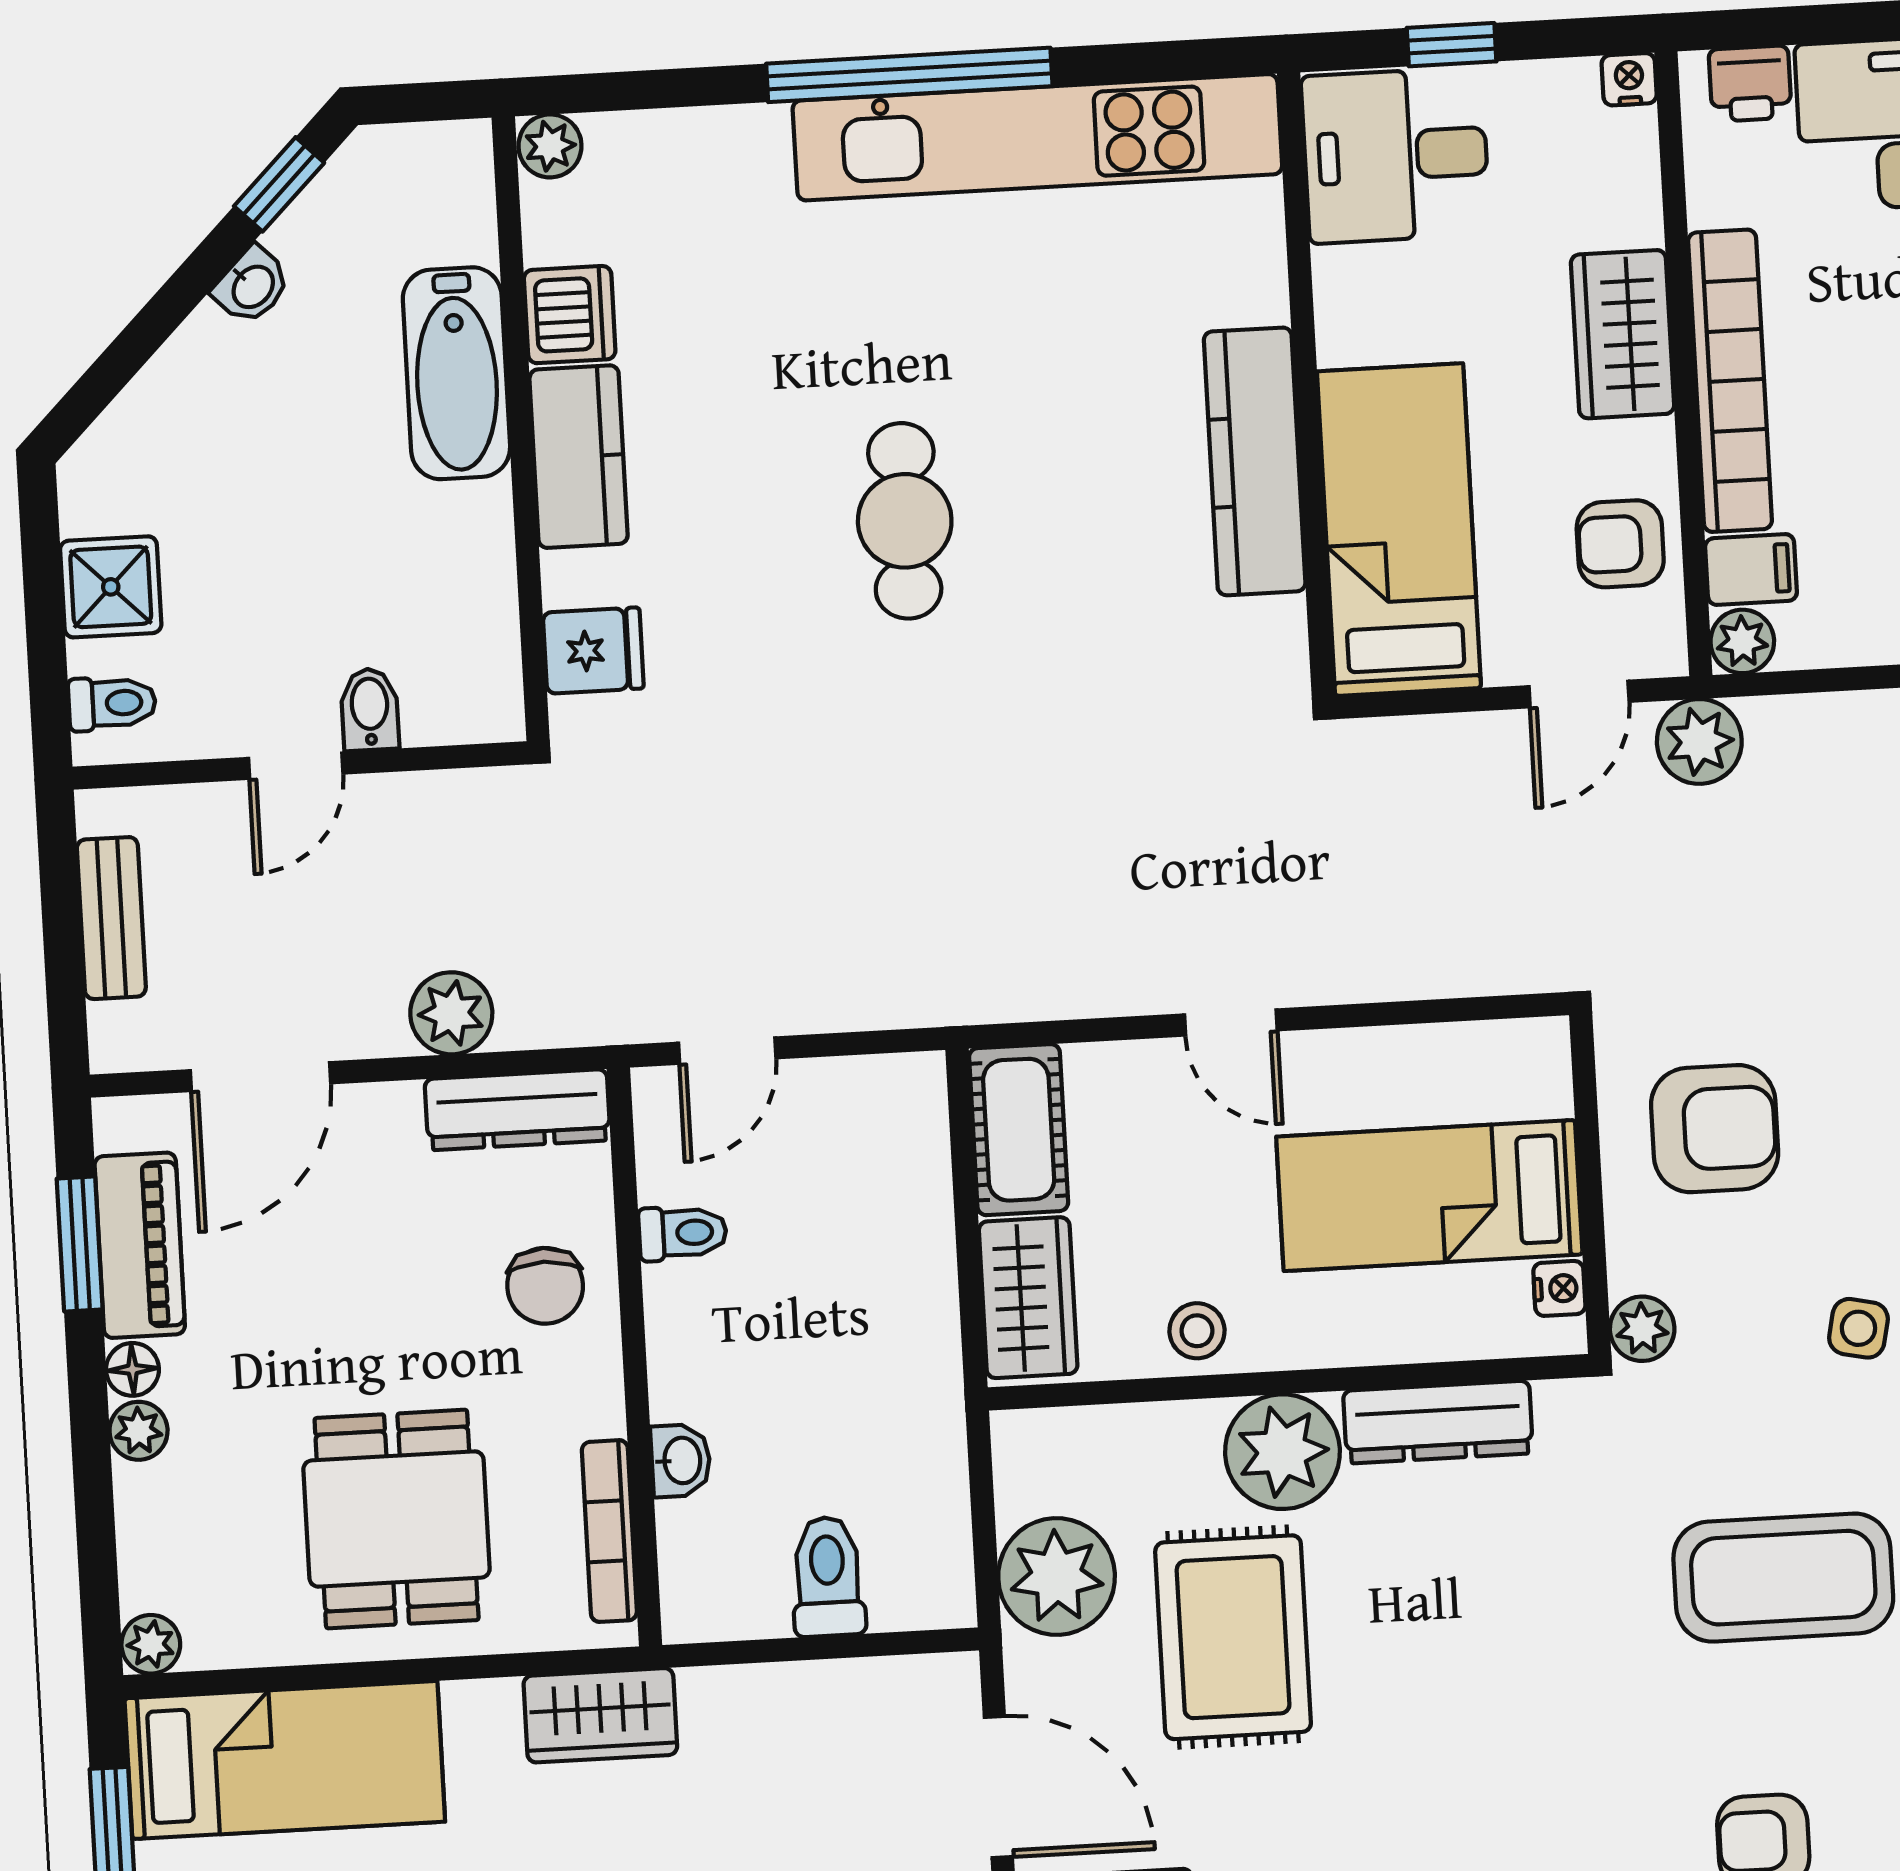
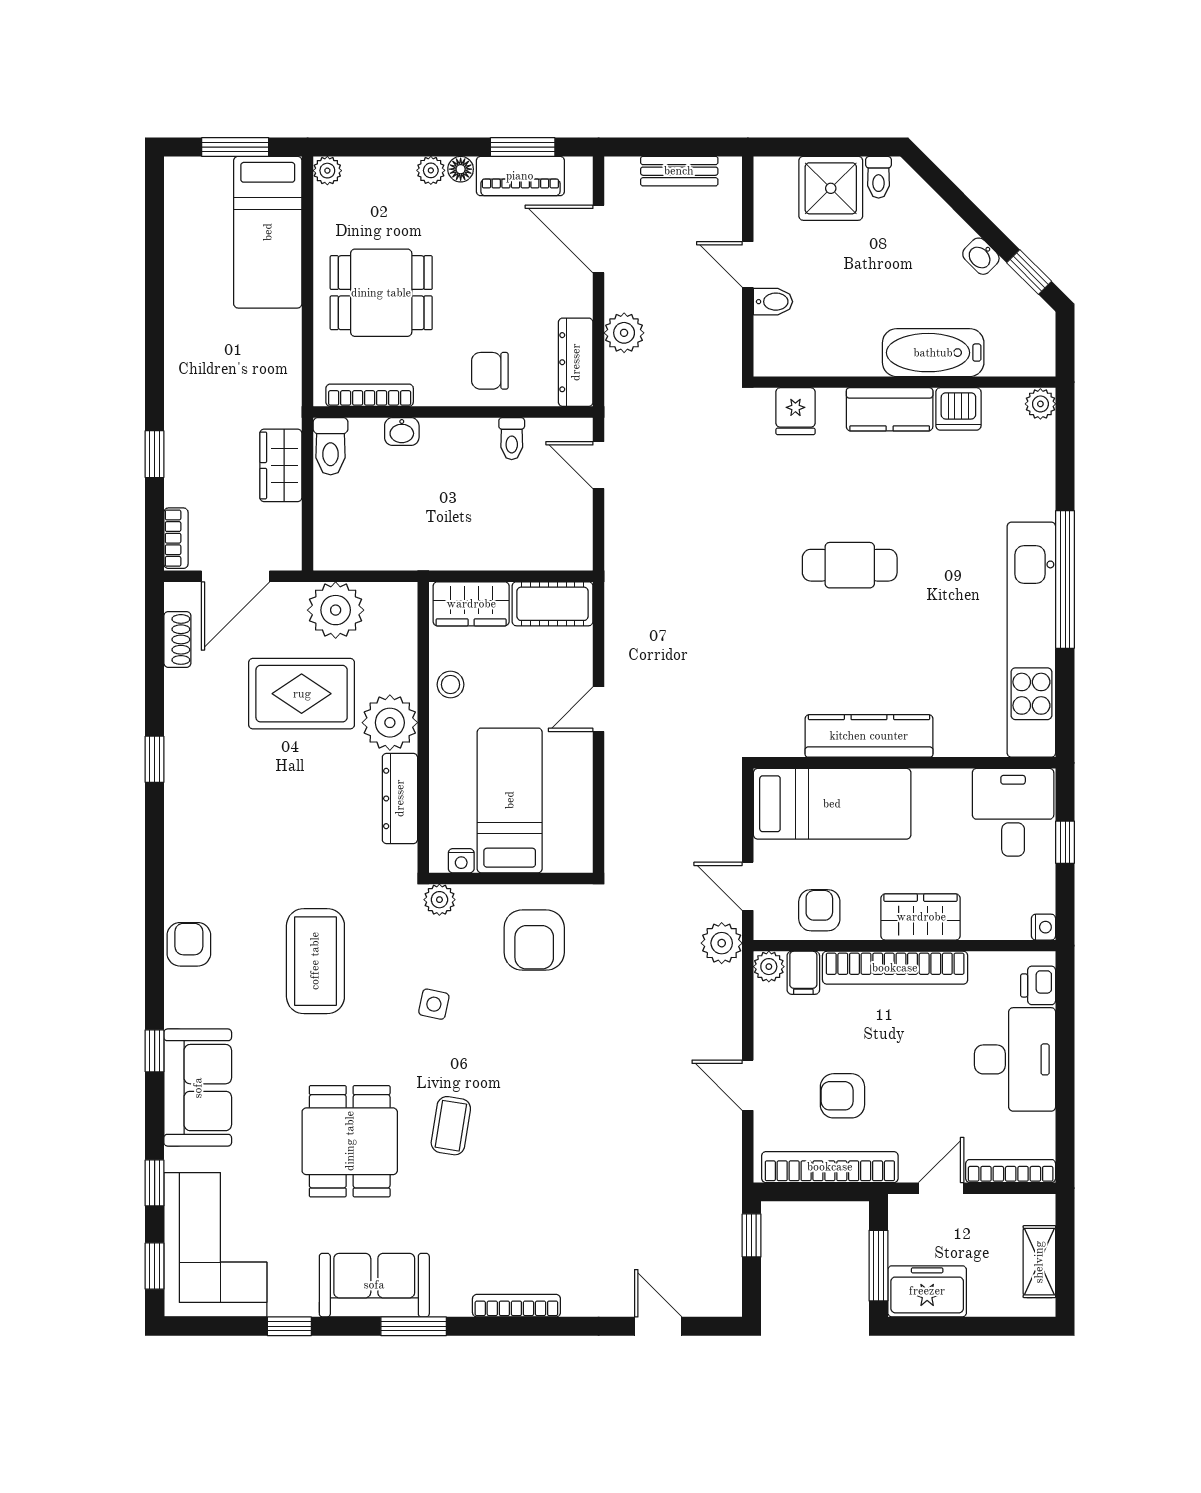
shower: (111, 587) -> (831, 188), width x1.36, depth x1.36
toilet: (112, 703) -> (879, 177), moved
toilet: (828, 1577) -> (331, 446), moved, turned 90
wardrobe: (600, 1715) -> (281, 465), moved

